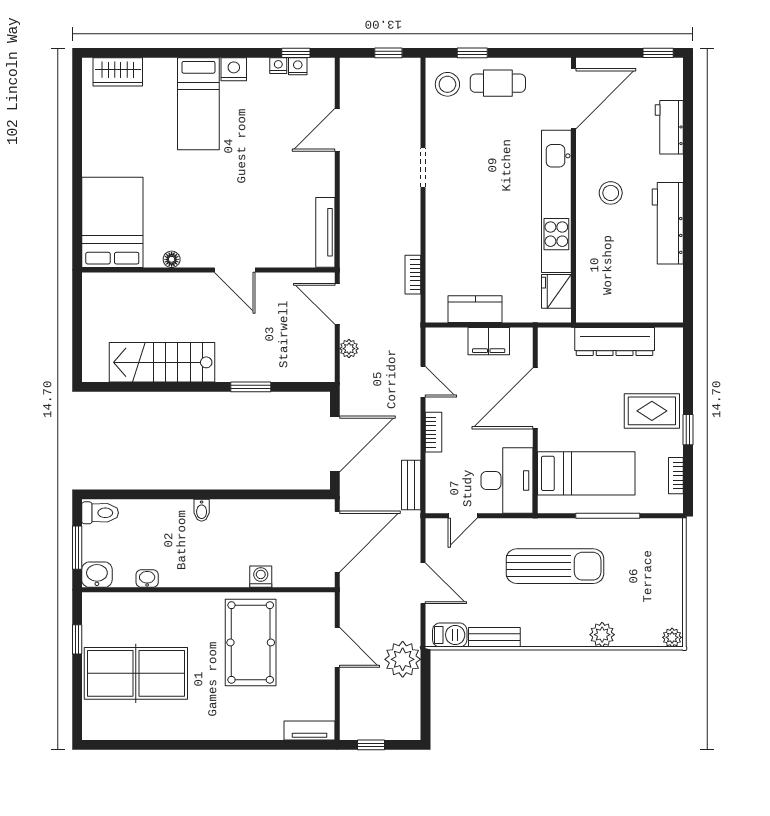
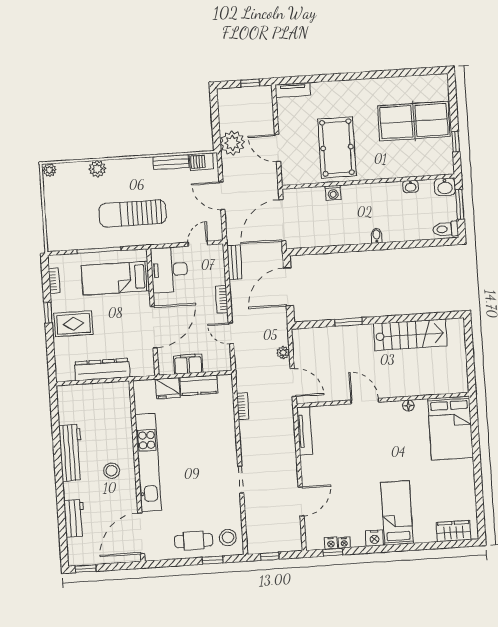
fridge: (556, 291) -> (168, 388), moved, turned 90

